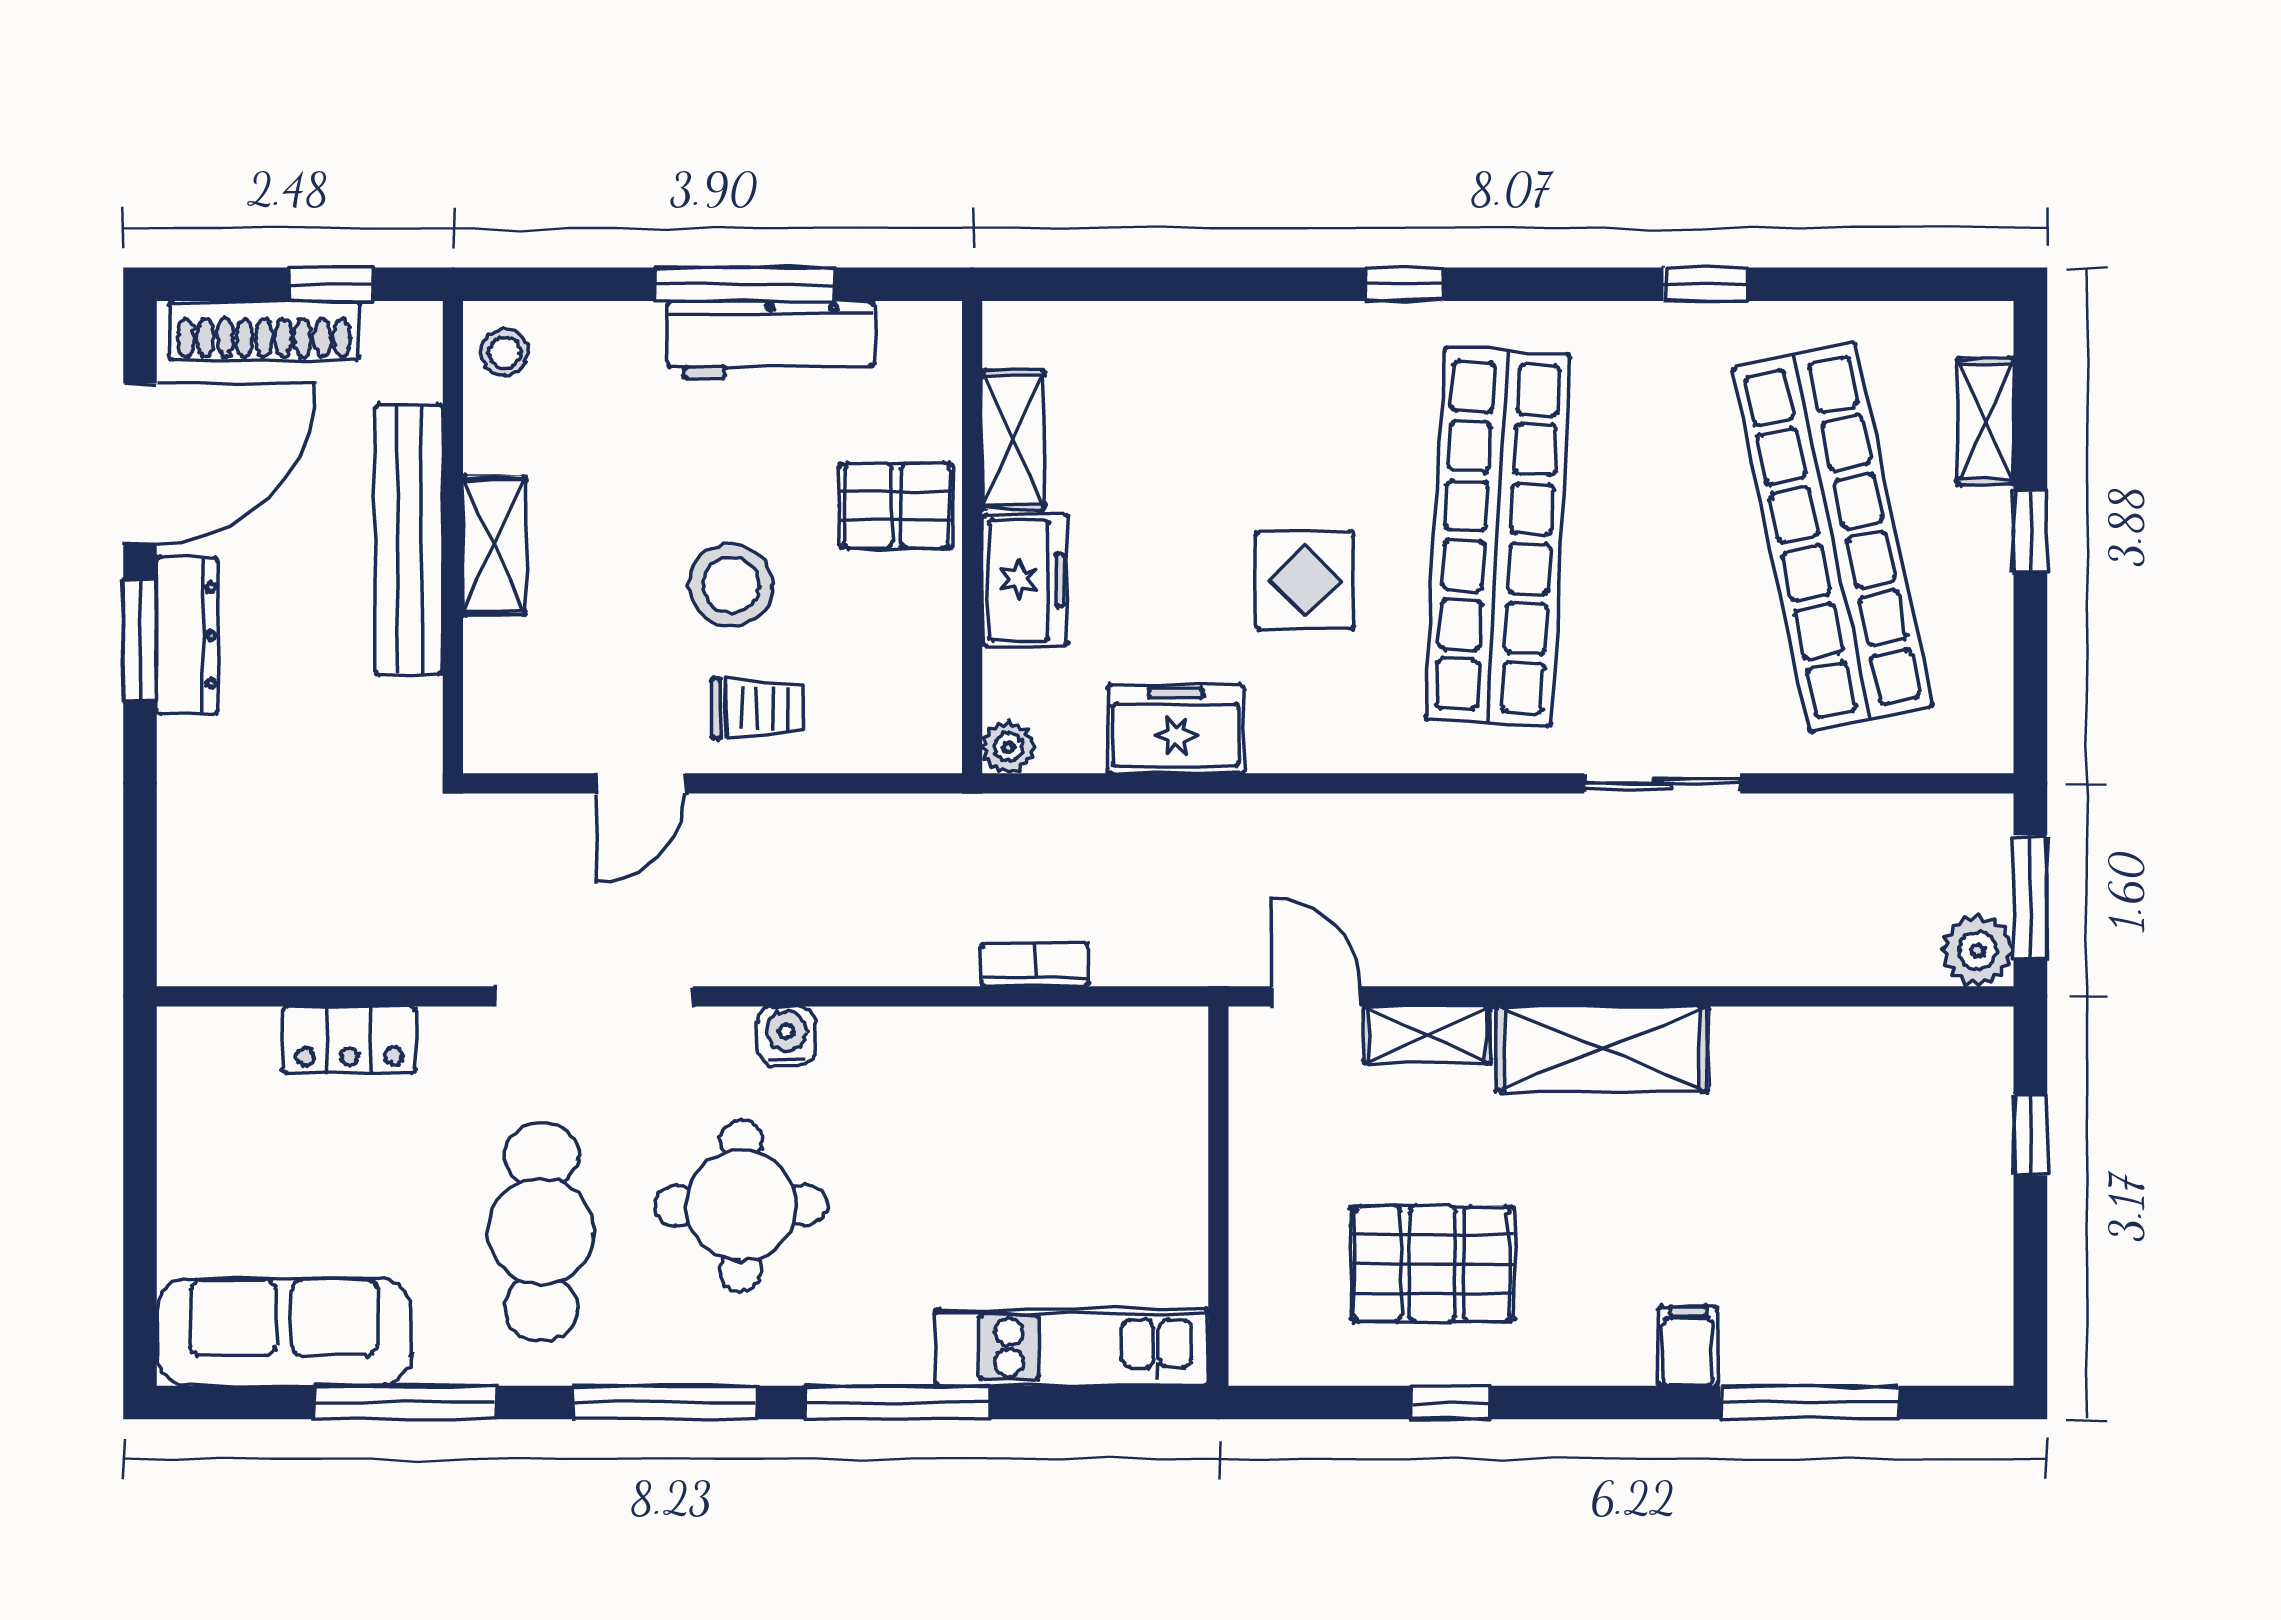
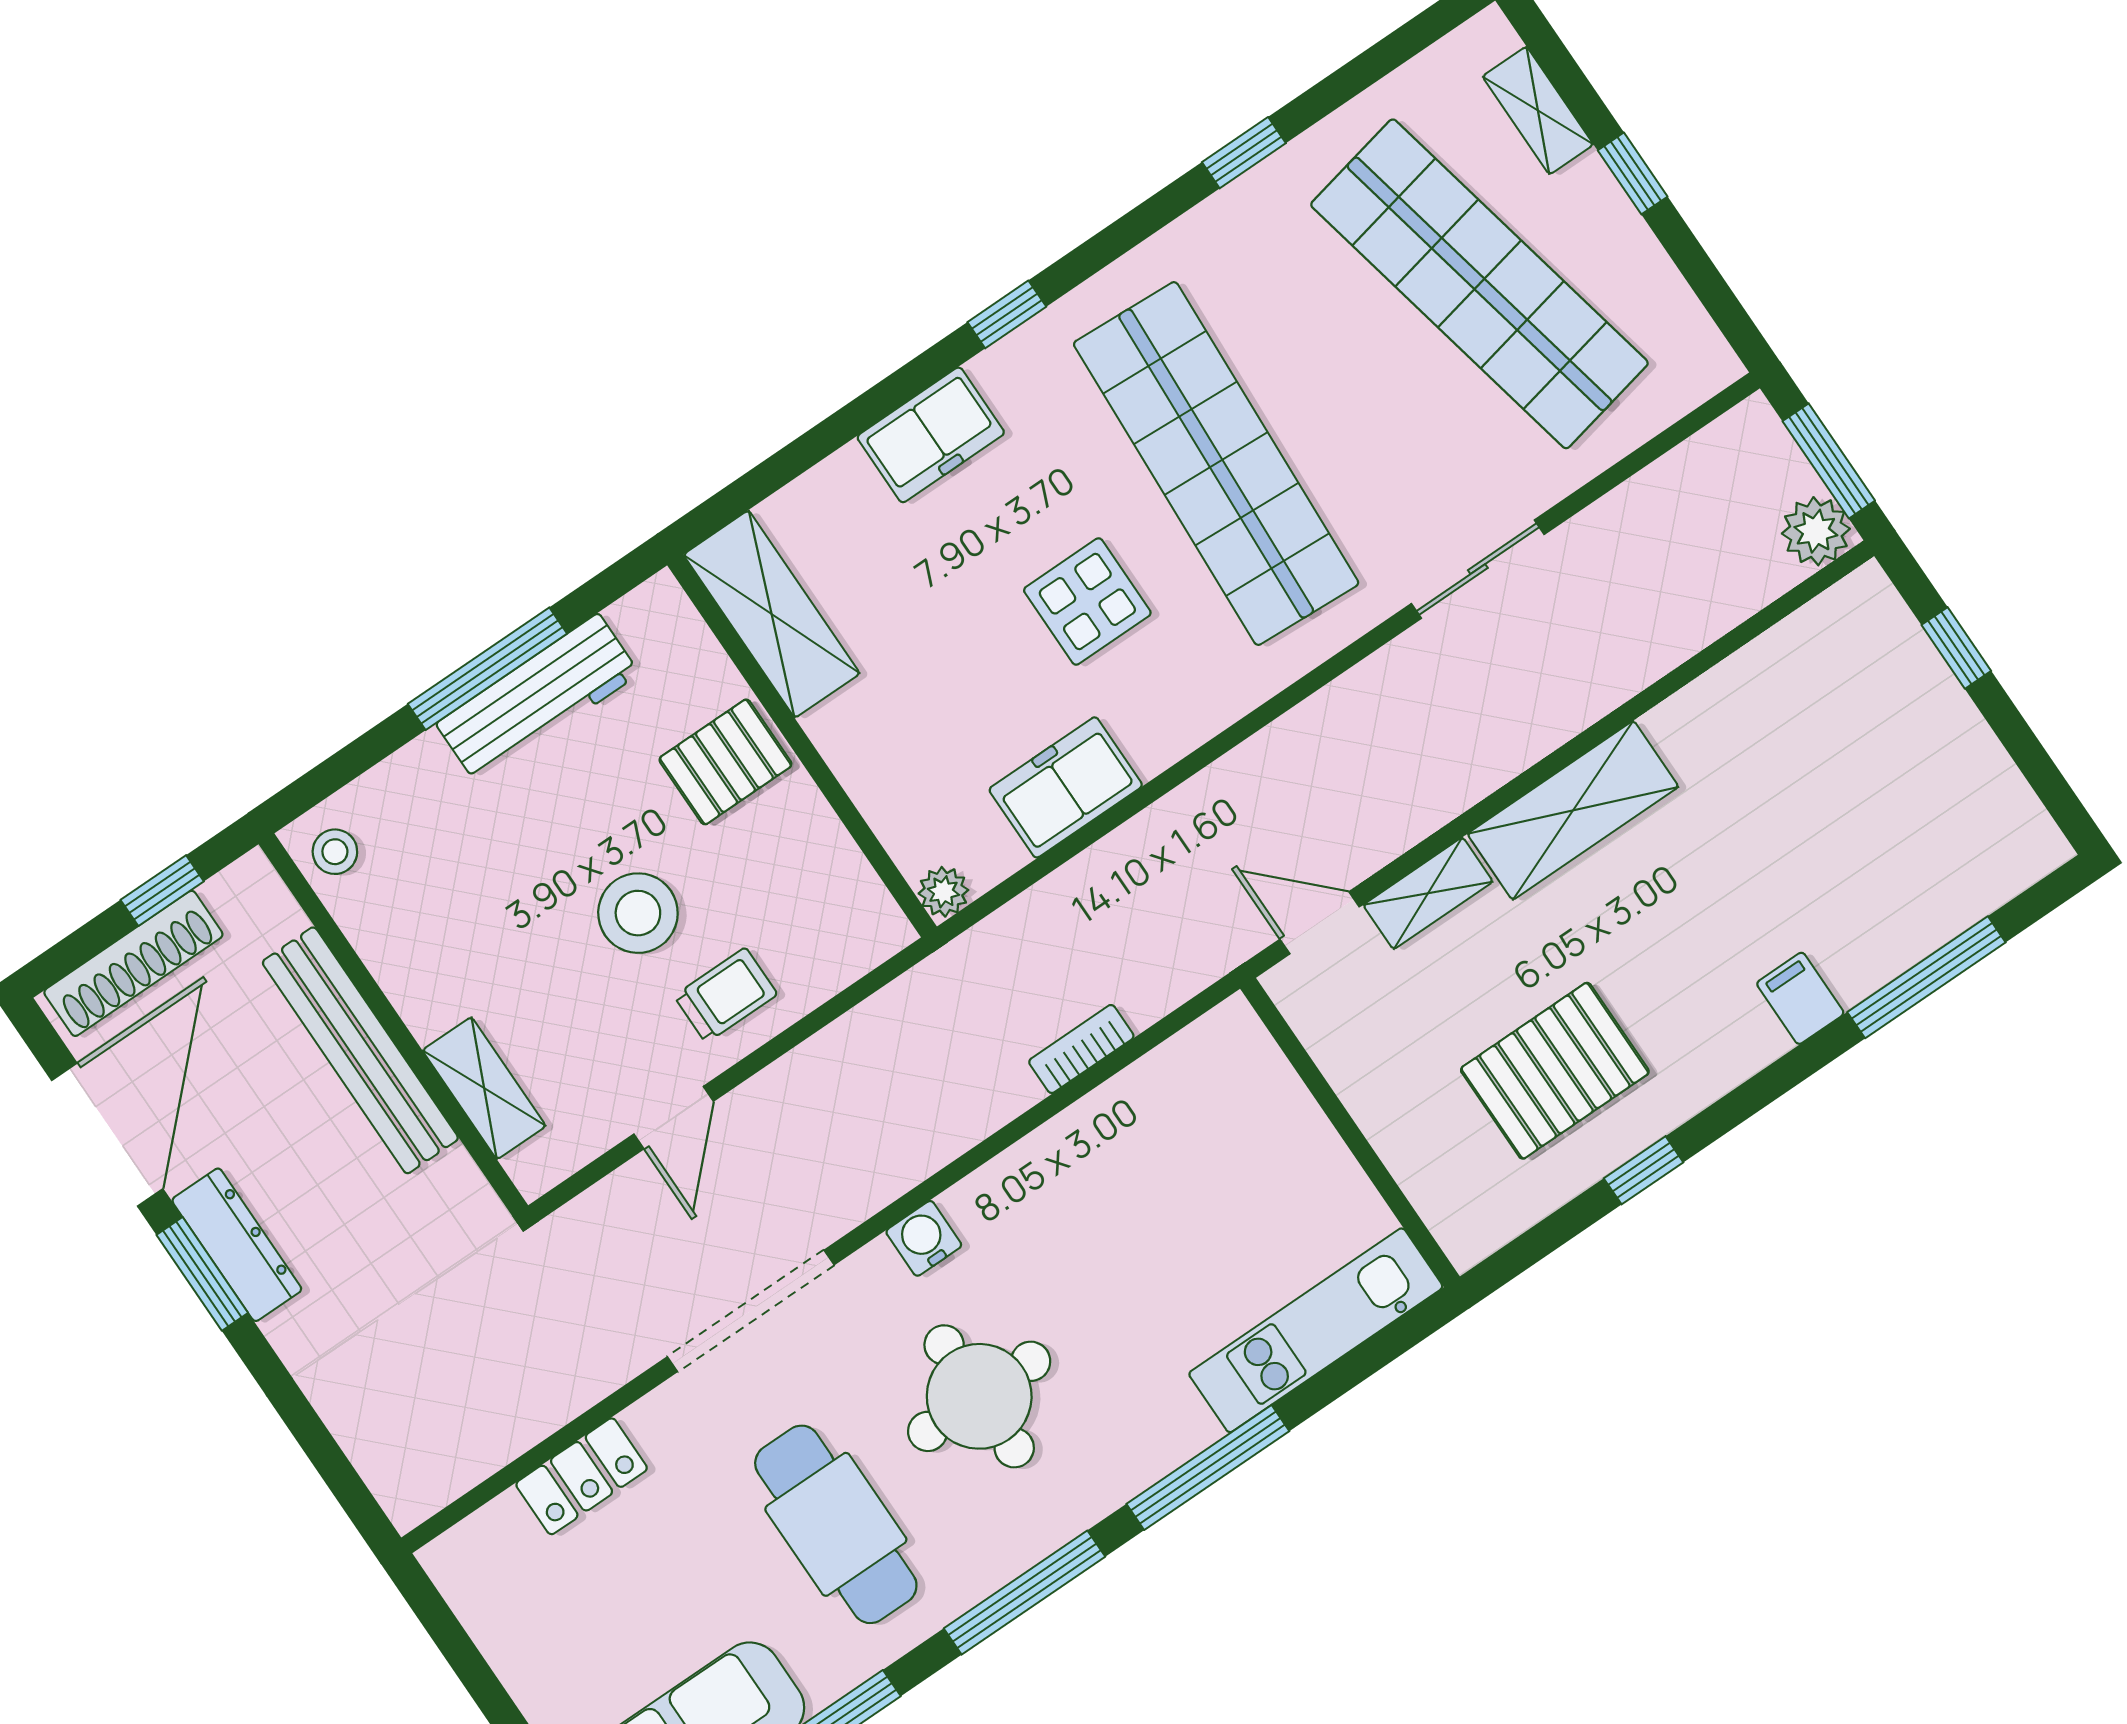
shelving: (1013, 440) -> (772, 614), width x1.50, depth x1.33
shelving: (494, 546) -> (484, 1088), moved
freezer: (1025, 580) -> (931, 435), moved, turned 90

